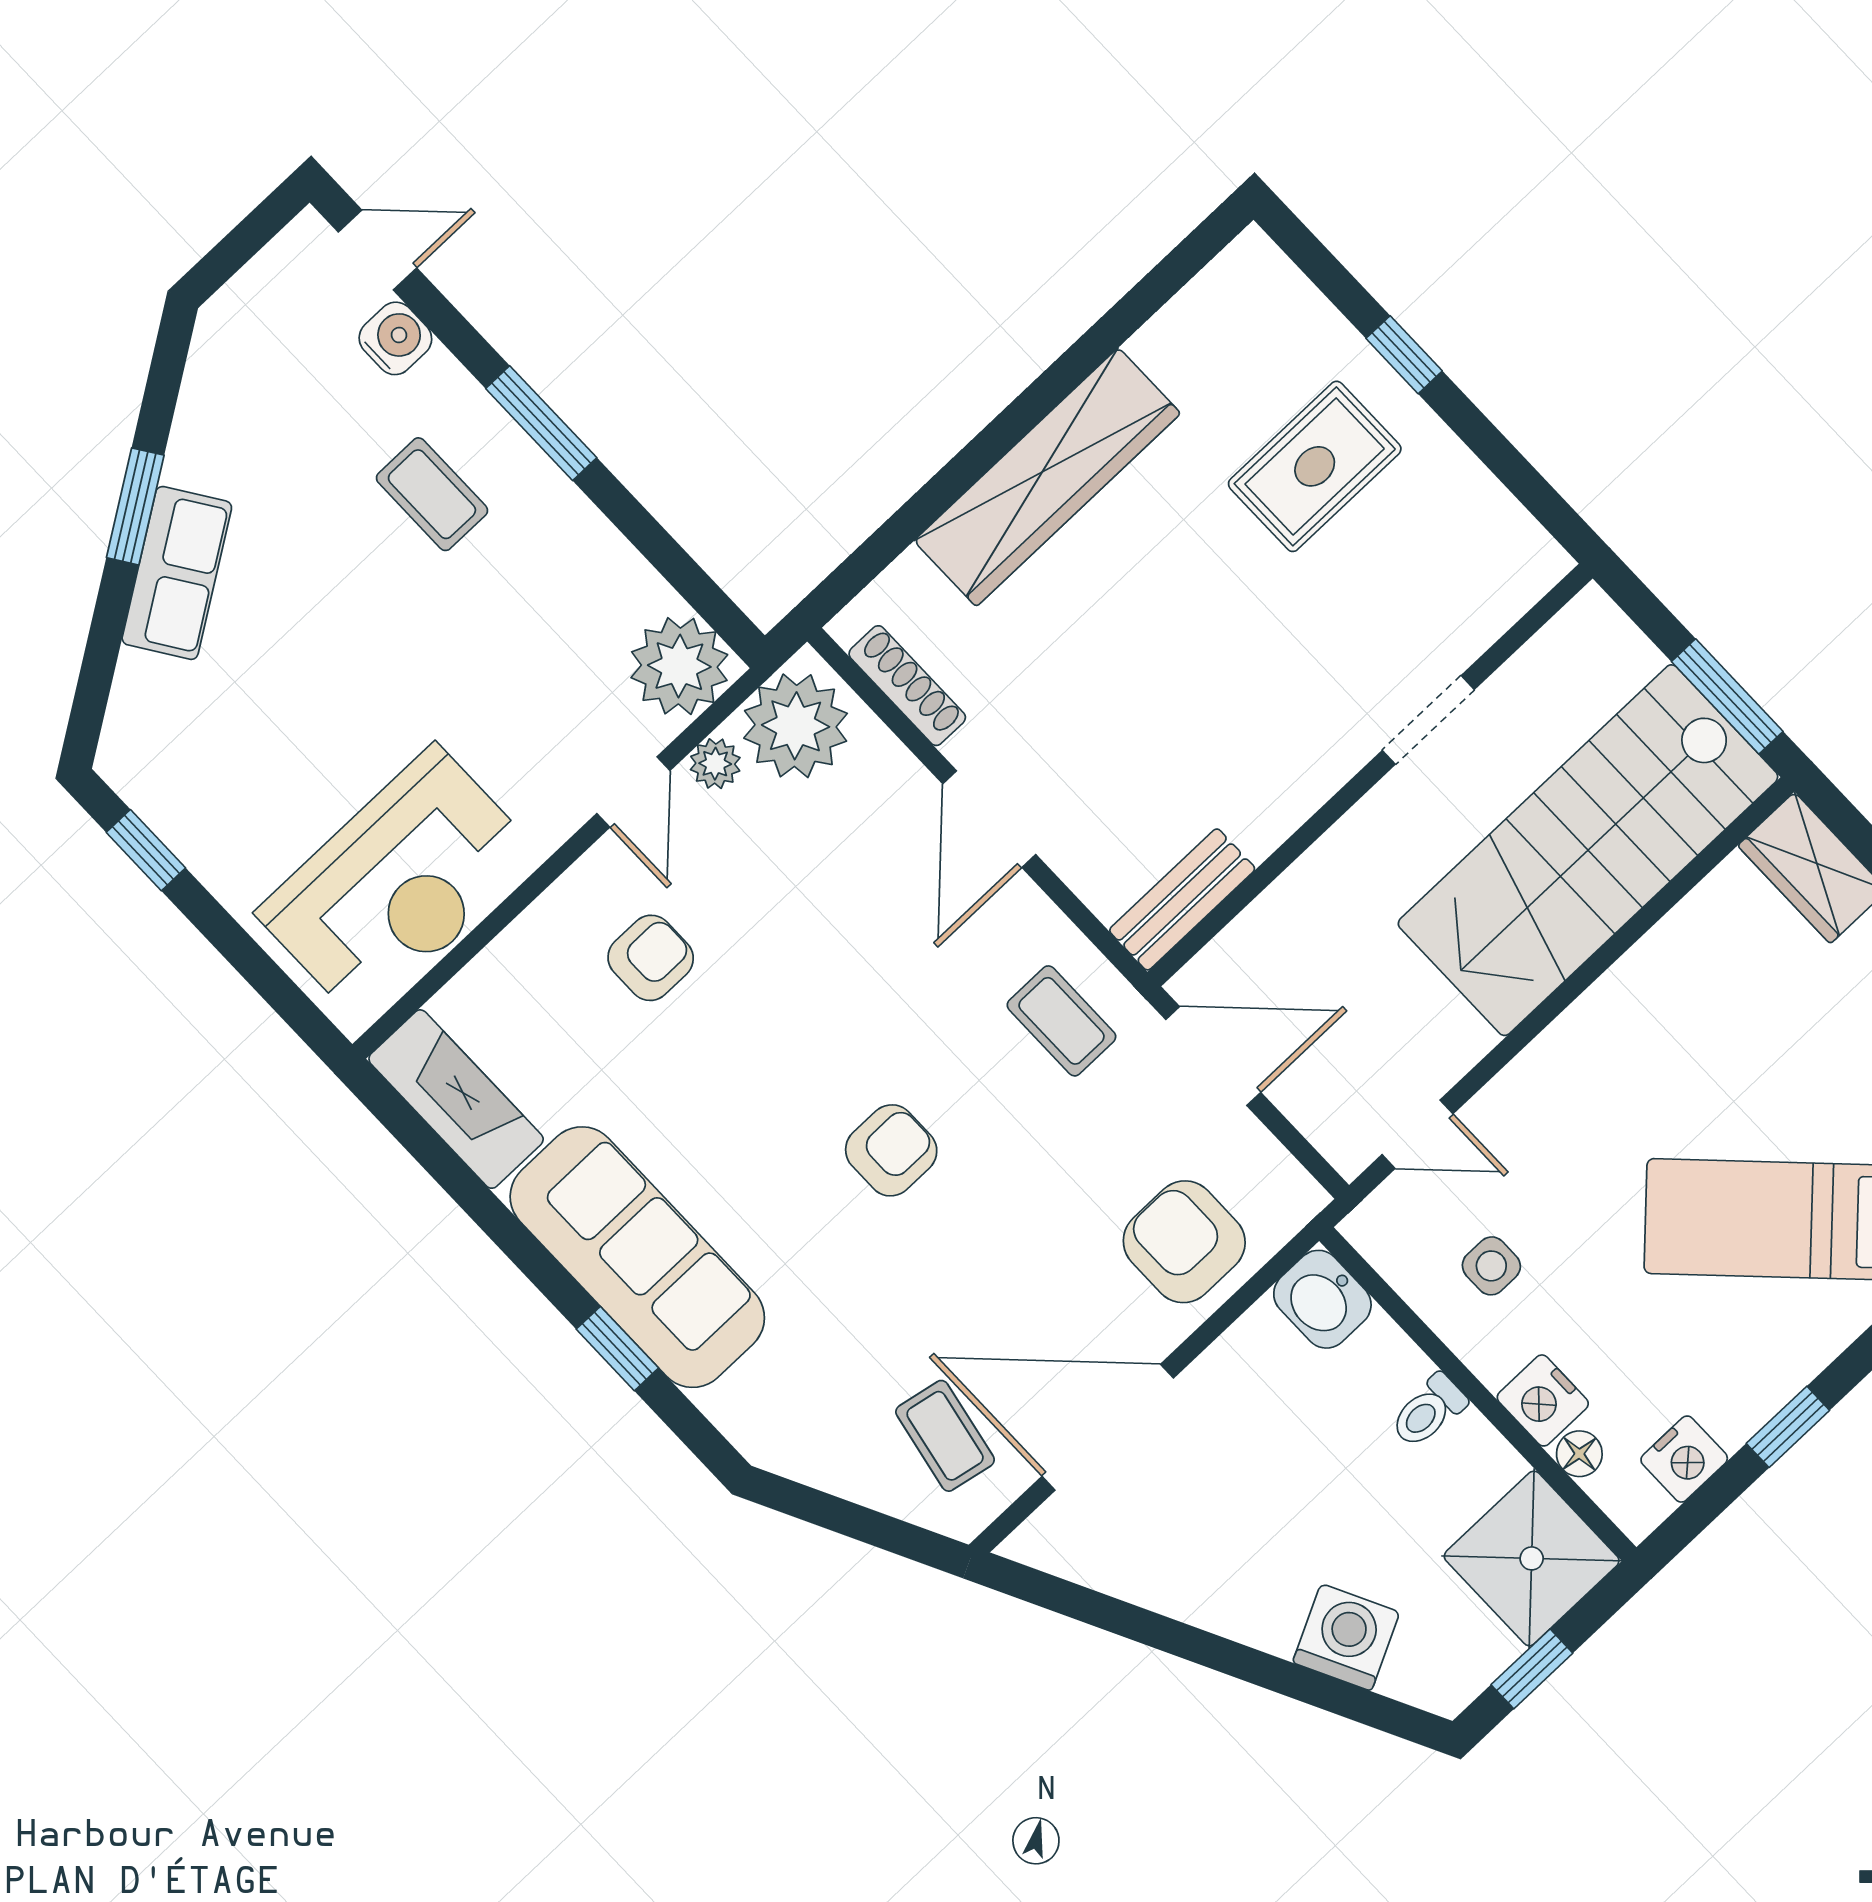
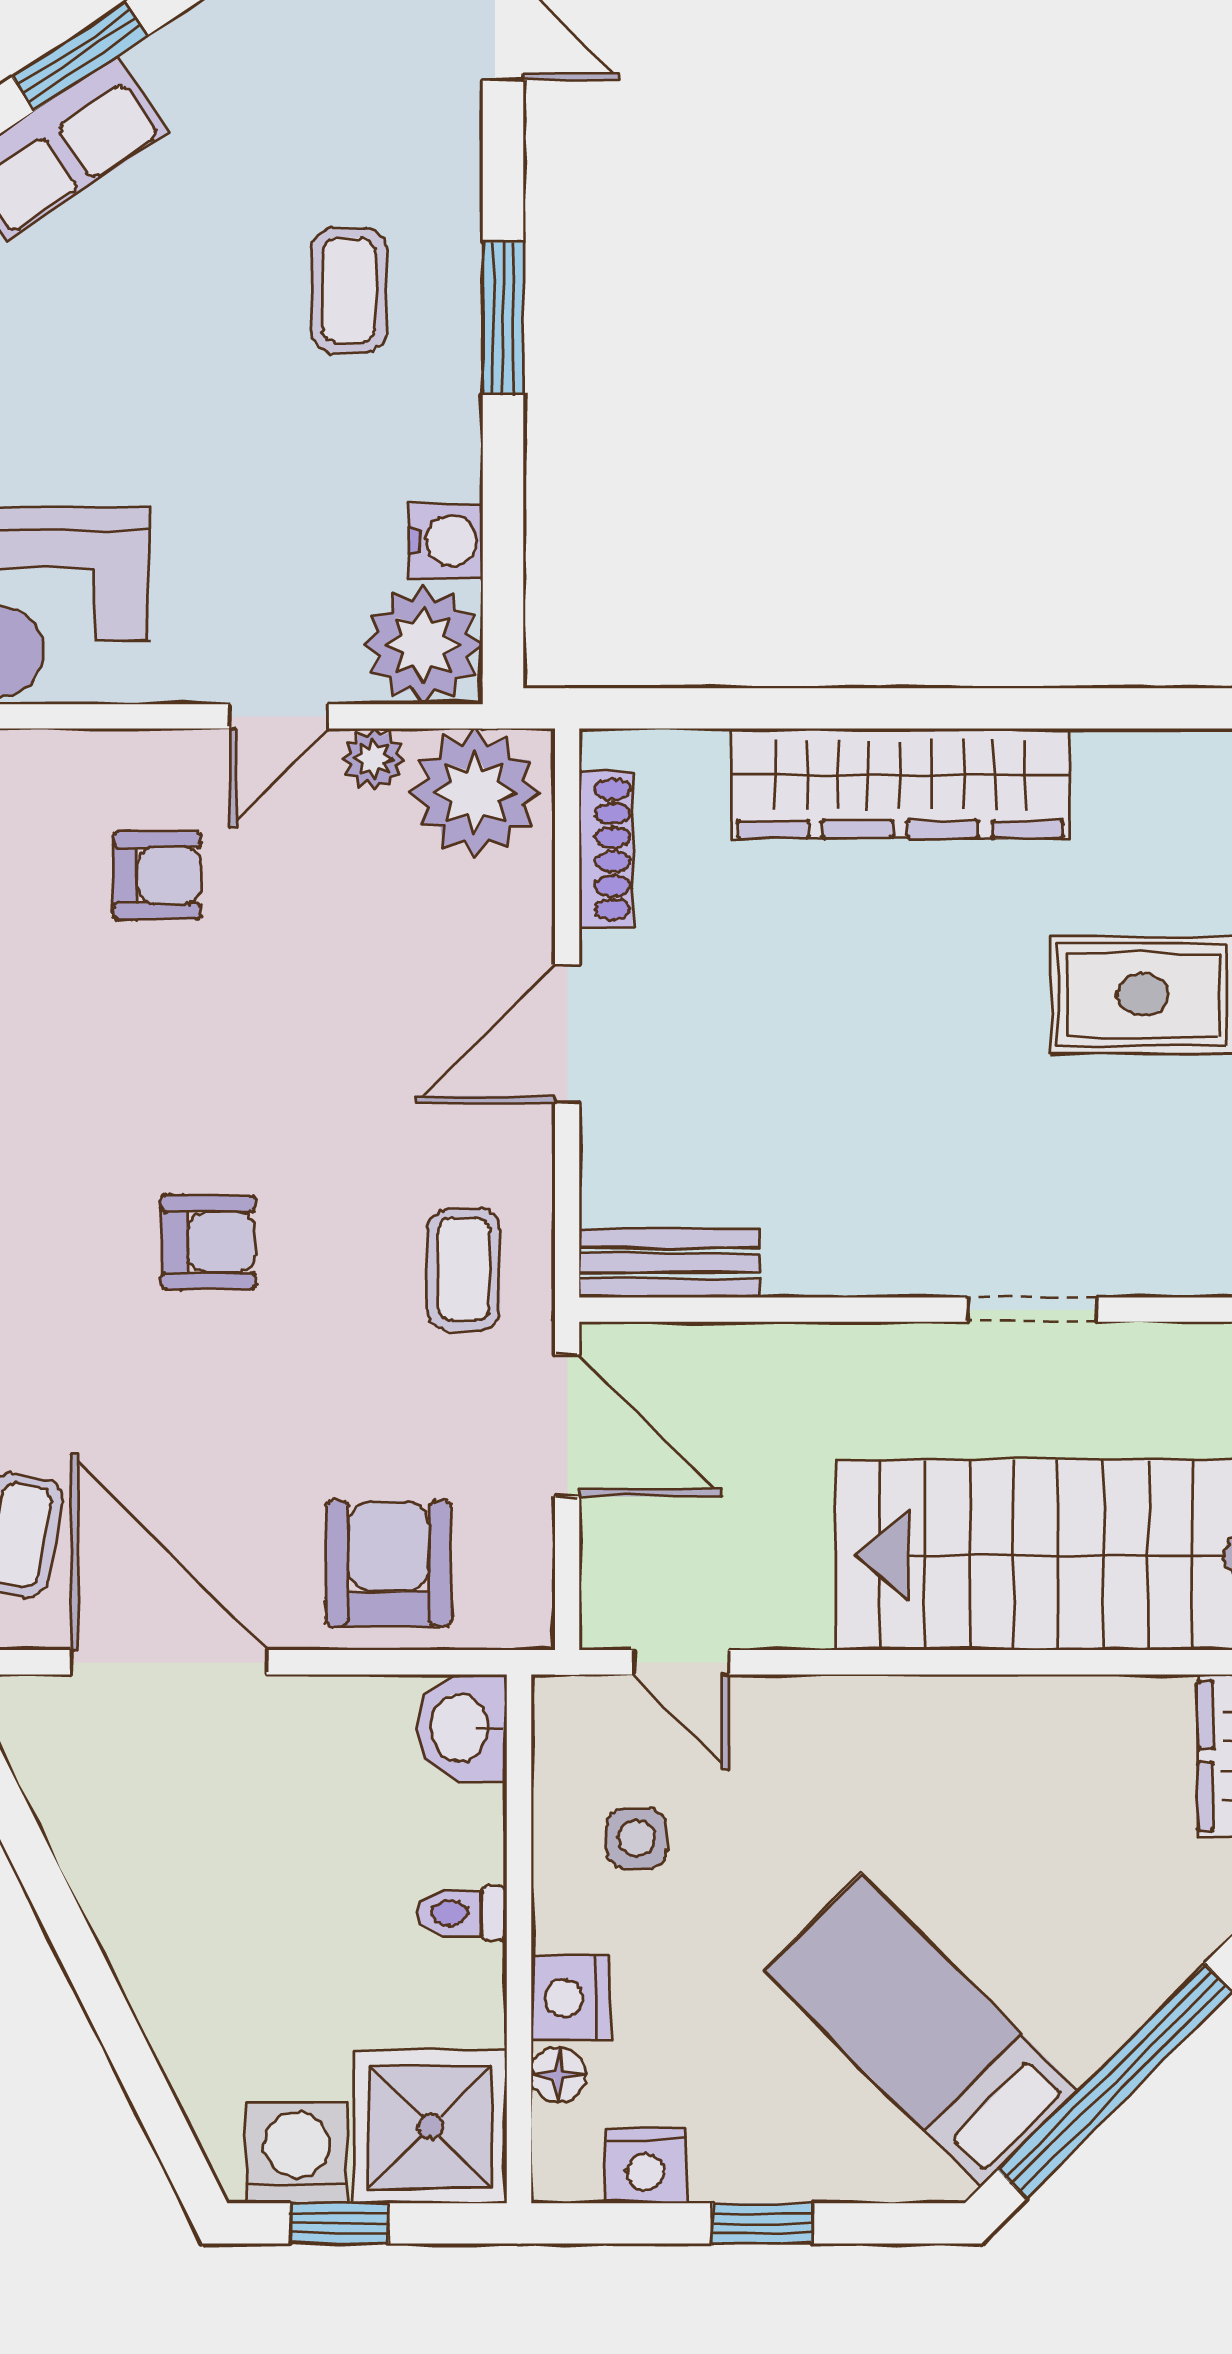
water cooler: (395, 338) -> (446, 541), moved
washing machine: (1346, 1637) -> (297, 2153), moved, turned -63

